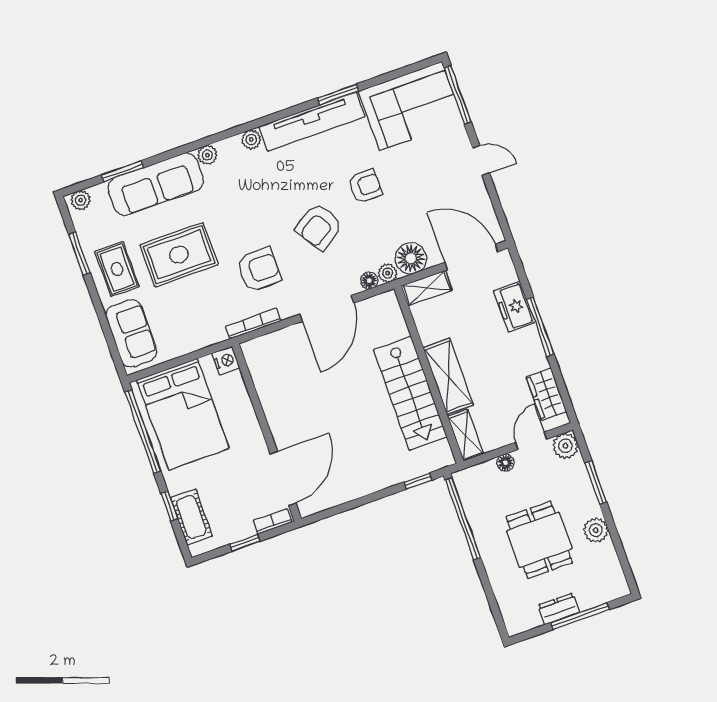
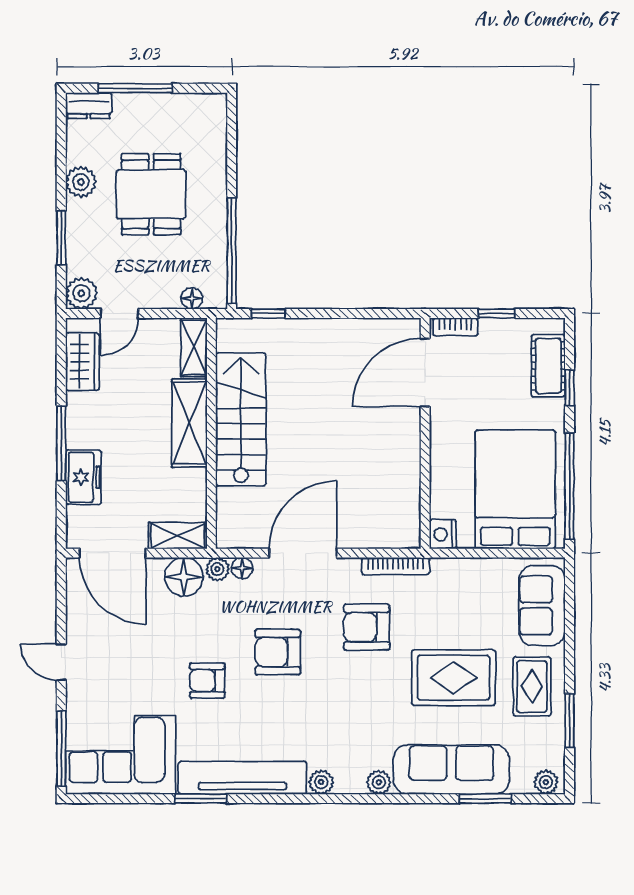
armchair: (319, 226) -> (278, 652), turned -147
floor lamp: (505, 463) -> (192, 299), moved
dresser: (559, 609) -> (89, 106), moved

